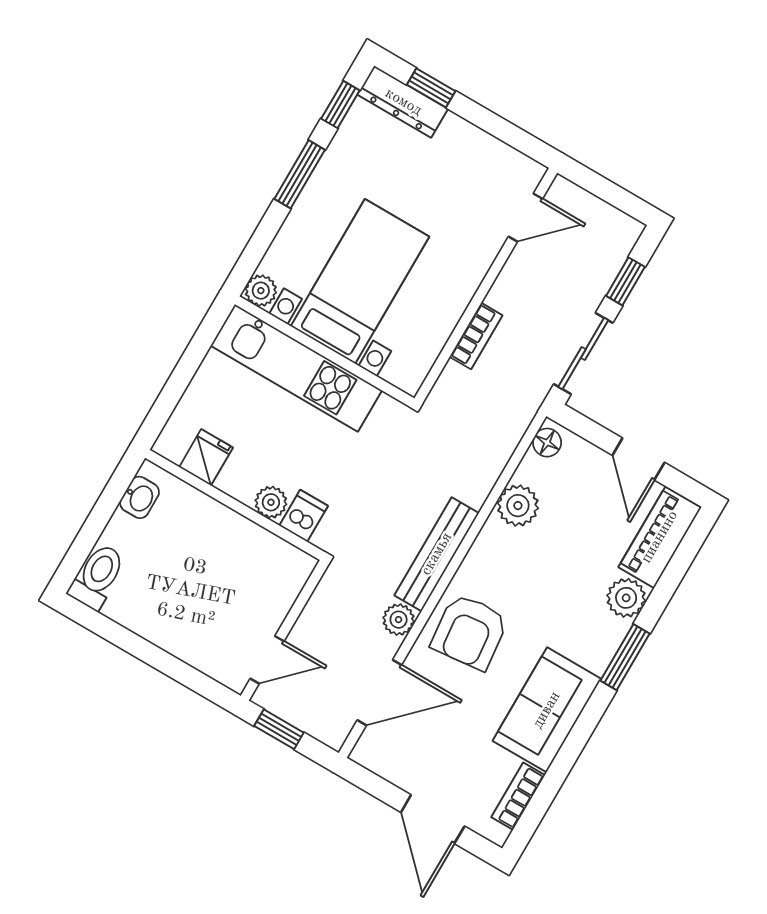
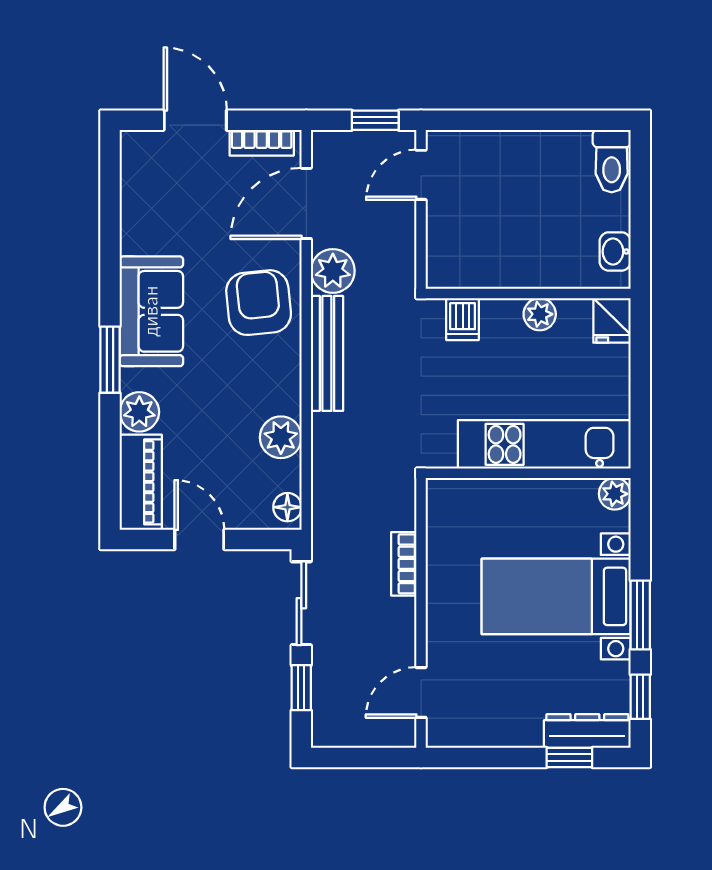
bed with nightstands: (360, 281) -> (556, 596), moved, turned 90
fridge: (206, 457) -> (612, 320), moved
plant: (271, 502) -> (540, 314), moved
plant: (399, 620) -> (333, 271), width x1.38, depth x1.38
sofa: (547, 710) -> (151, 311), moved
bookcase: (518, 796) -> (262, 143), moved, turned 90

